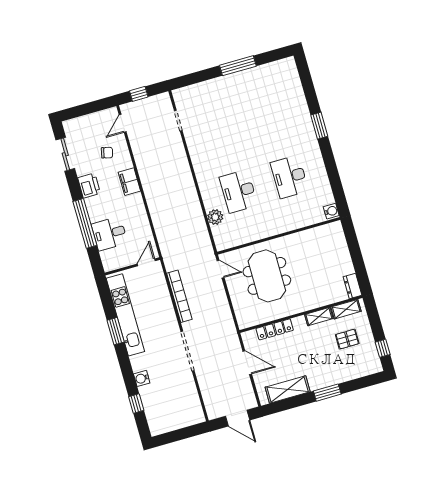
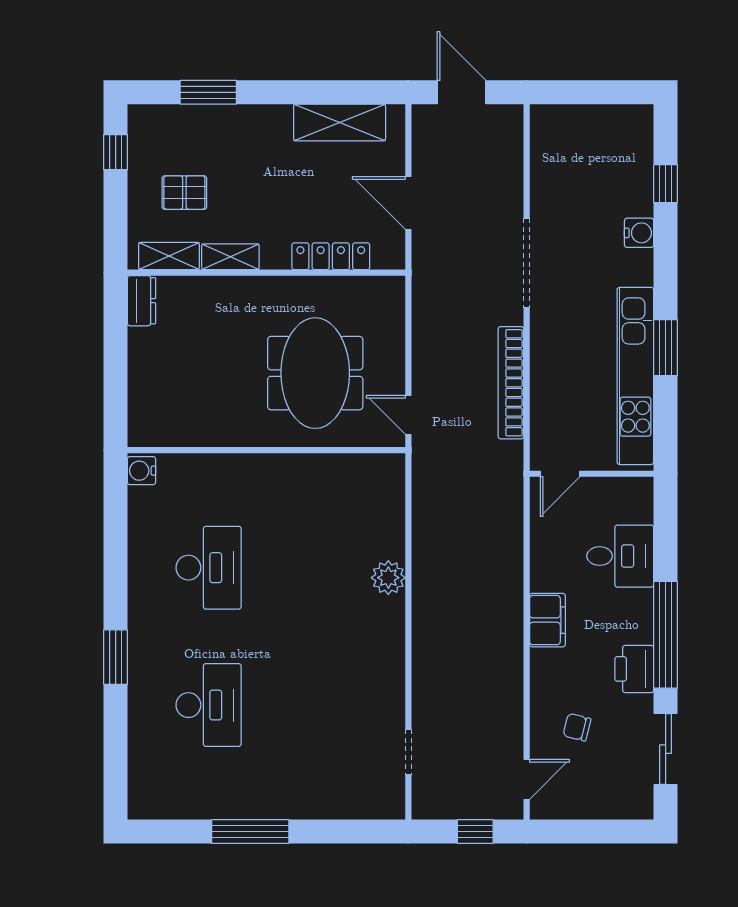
filing cabinet: (129, 182) -> (547, 620), moved
desk: (239, 191) -> (209, 705), moved
plant: (215, 217) -> (388, 578), moved
window: (85, 223) -> (666, 635), moved
window: (327, 393) -> (208, 92), moved

